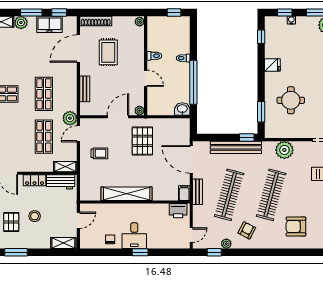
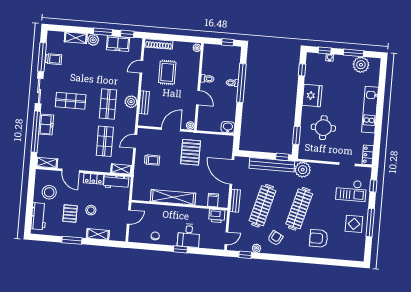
door: (78, 49) -> (141, 67), width x0.53
fridge: (272, 65) -> (312, 96), width x1.88, depth x1.34
window: (193, 82) -> (241, 83), moved
plant: (70, 118) -> (131, 102), moved
plant: (284, 150) -> (303, 170), moved
filing cabinet: (184, 193) -> (213, 200), moved
desk: (134, 236) -> (189, 235), moved
shelving: (63, 243) -> (98, 234), moved

